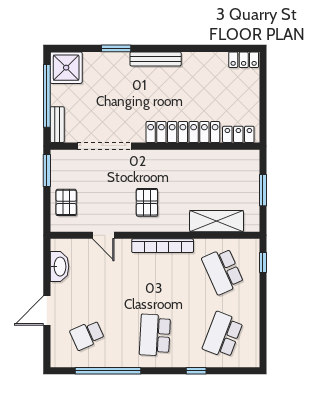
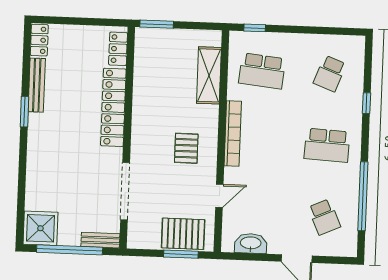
window: (116, 48) -> (24, 112), moved
bench: (156, 59) -> (37, 85), moved
window: (47, 170) -> (181, 254), moved
window: (263, 190) -> (157, 24), moved
pallet: (66, 202) -> (183, 234), width x1.50, depth x1.42
pallet: (147, 202) -> (186, 148), turned 90
school desk: (223, 271) -> (262, 71), turned 30
school desk: (223, 335) -> (330, 73), width x0.54

